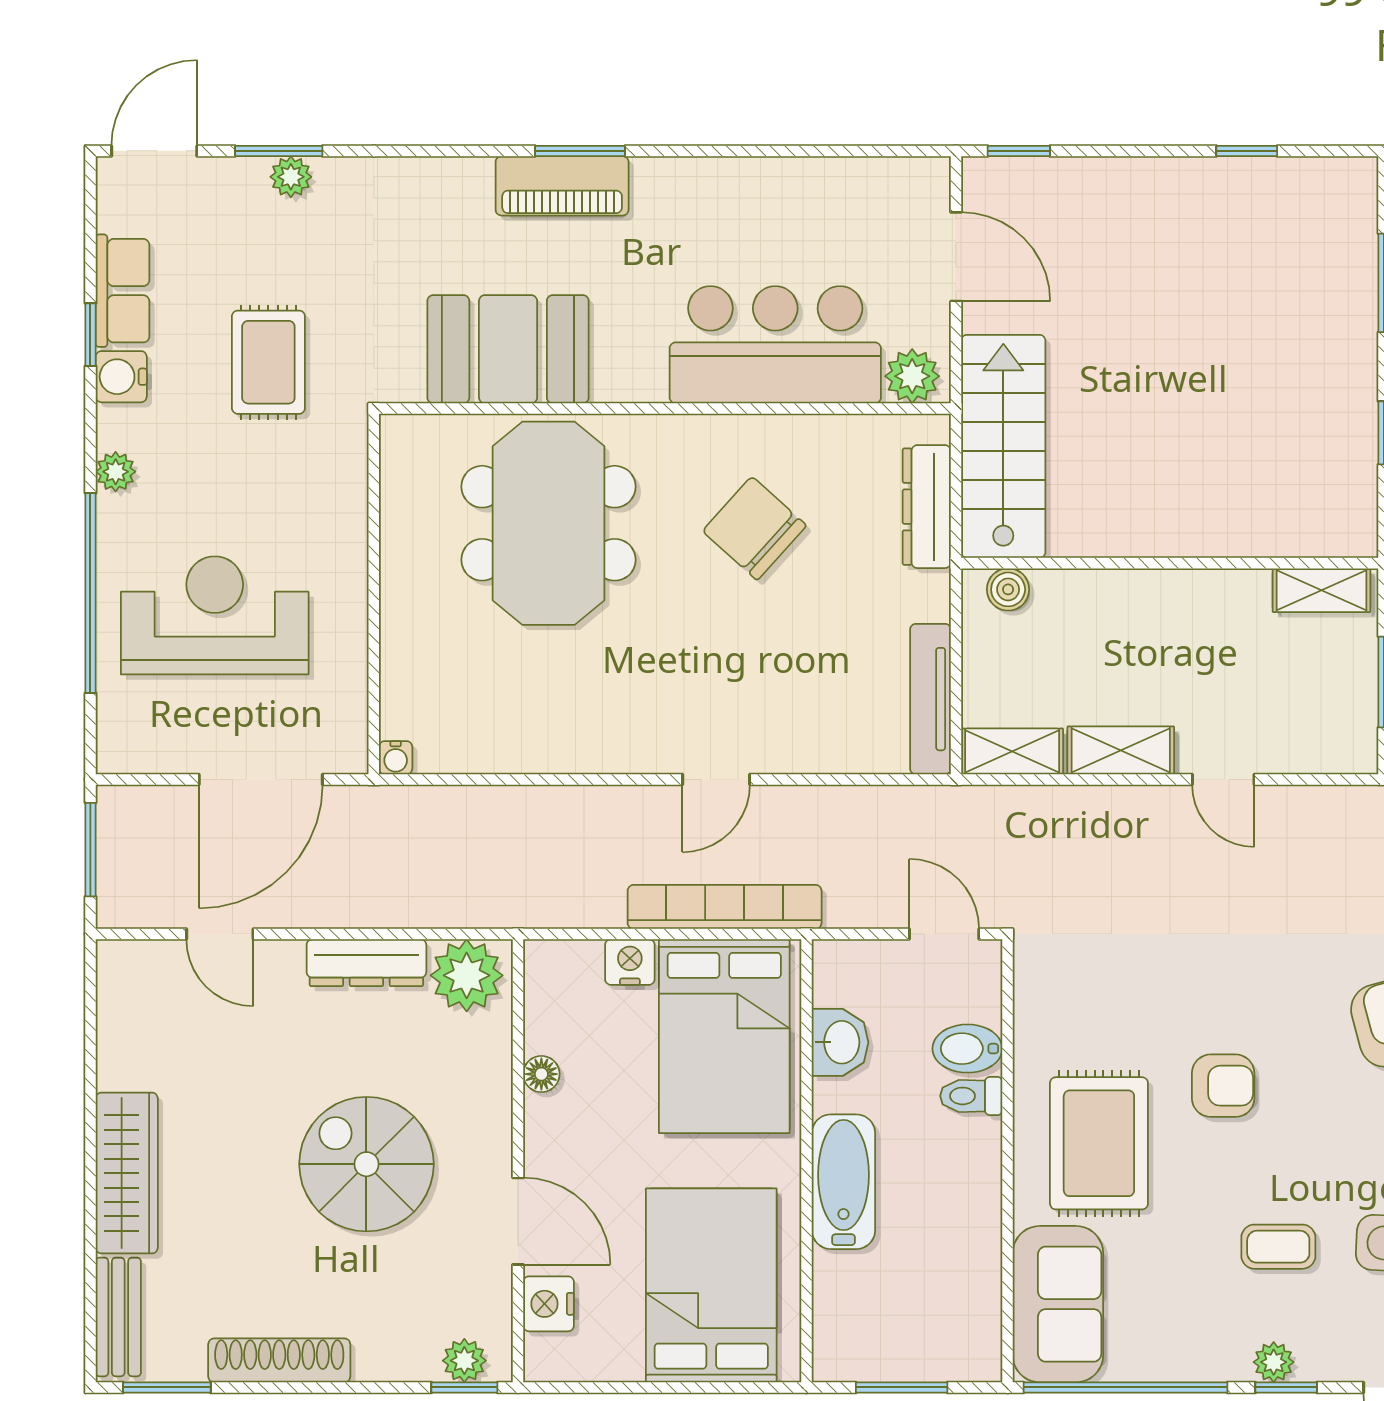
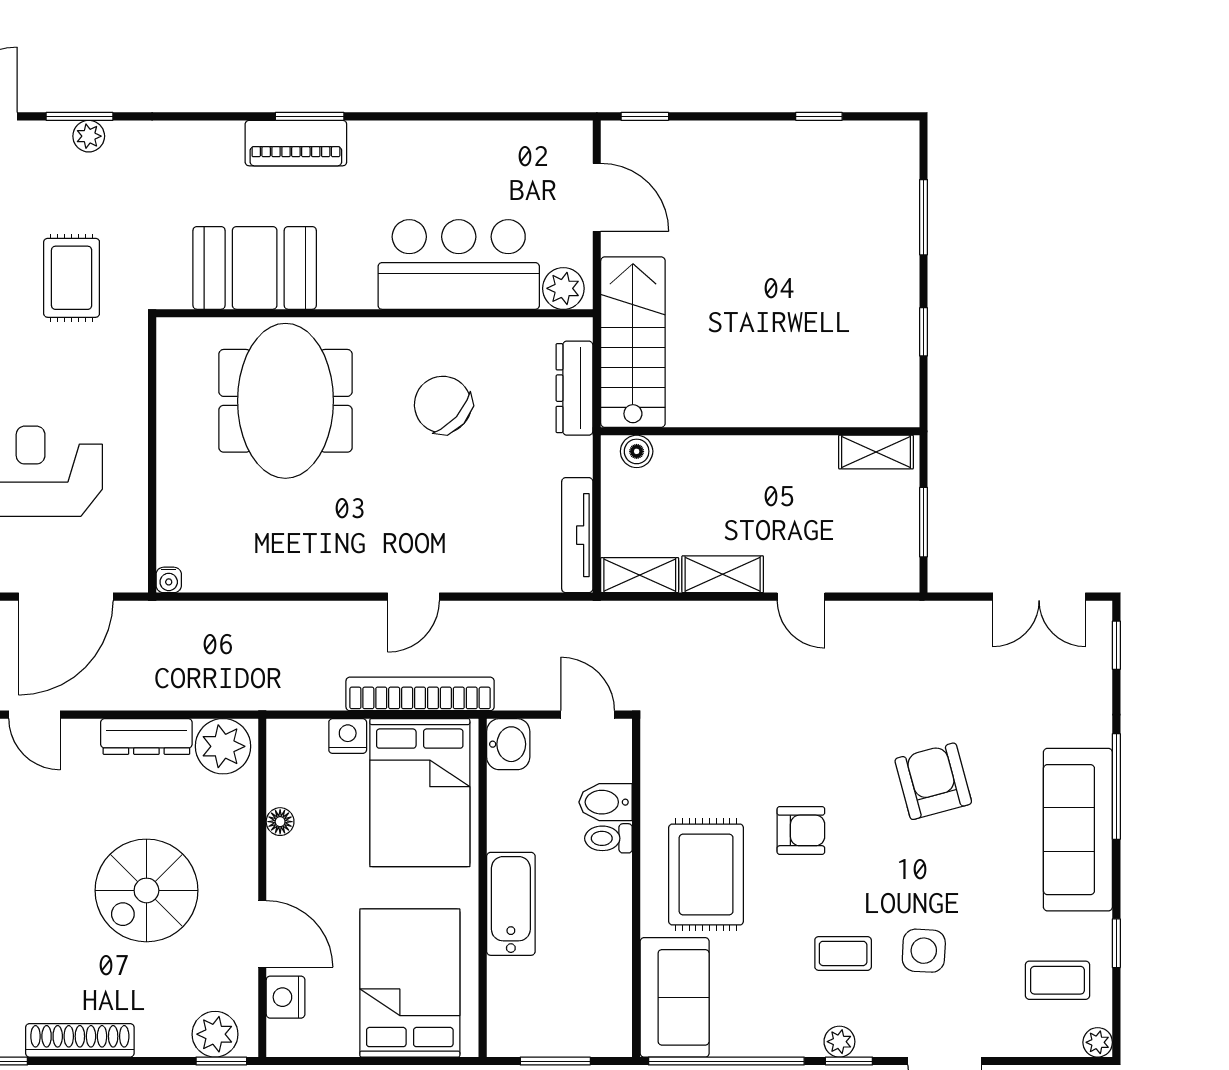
washbasin: (840, 1042) -> (508, 744), moved
spiral stairs: (366, 1164) -> (146, 890), turned -90
plant: (464, 1361) -> (215, 1034), width x1.38, depth x1.38

